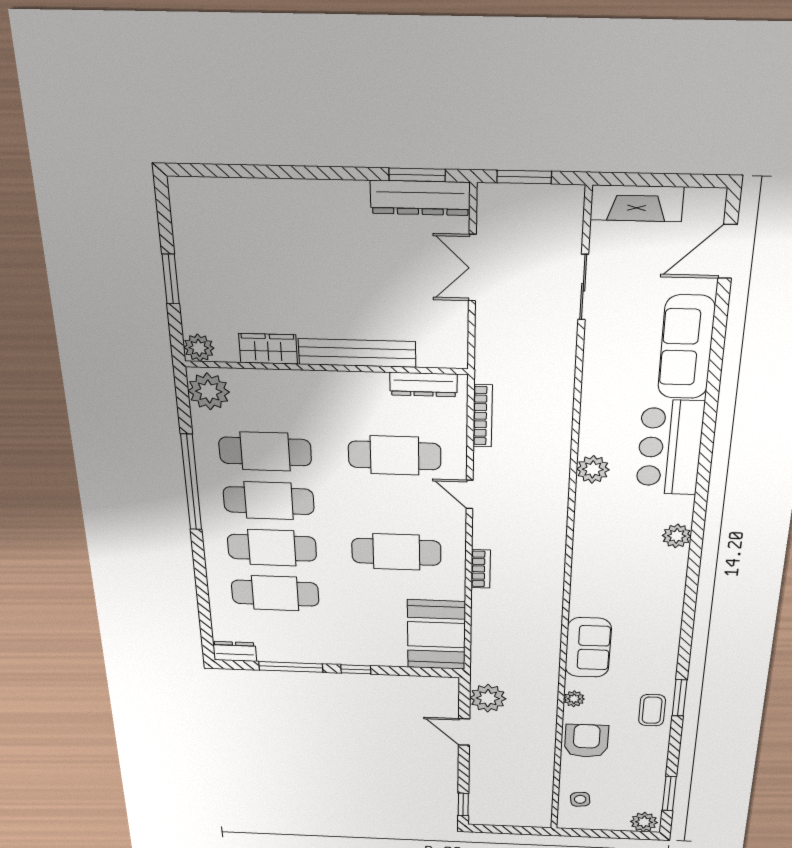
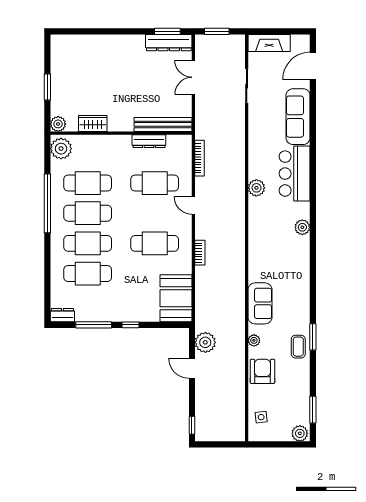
bench: (357, 353) -> (163, 124), moved
dresser: (423, 384) -> (149, 141), moved

